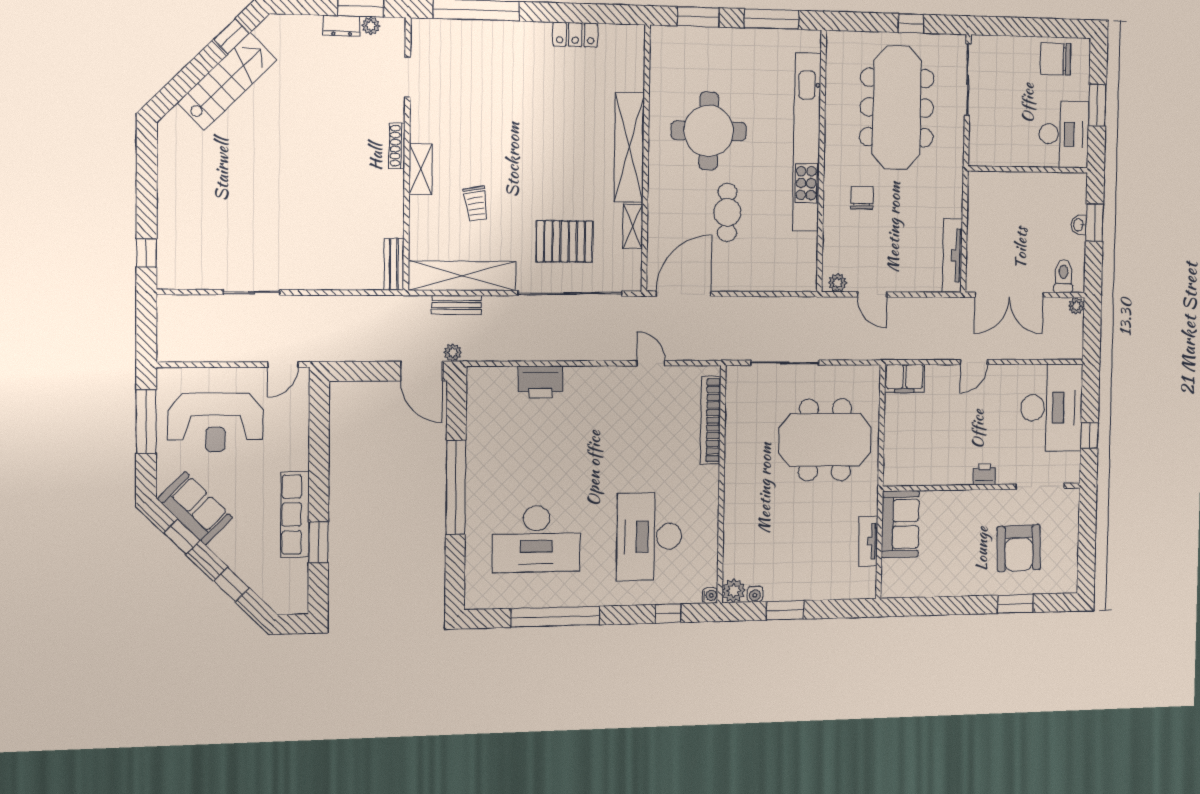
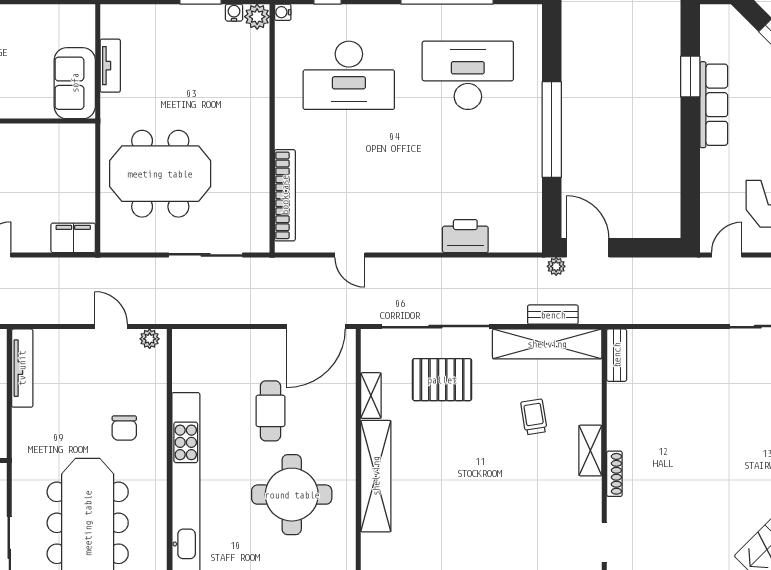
desk: (649, 537) -> (349, 75), turned 90

